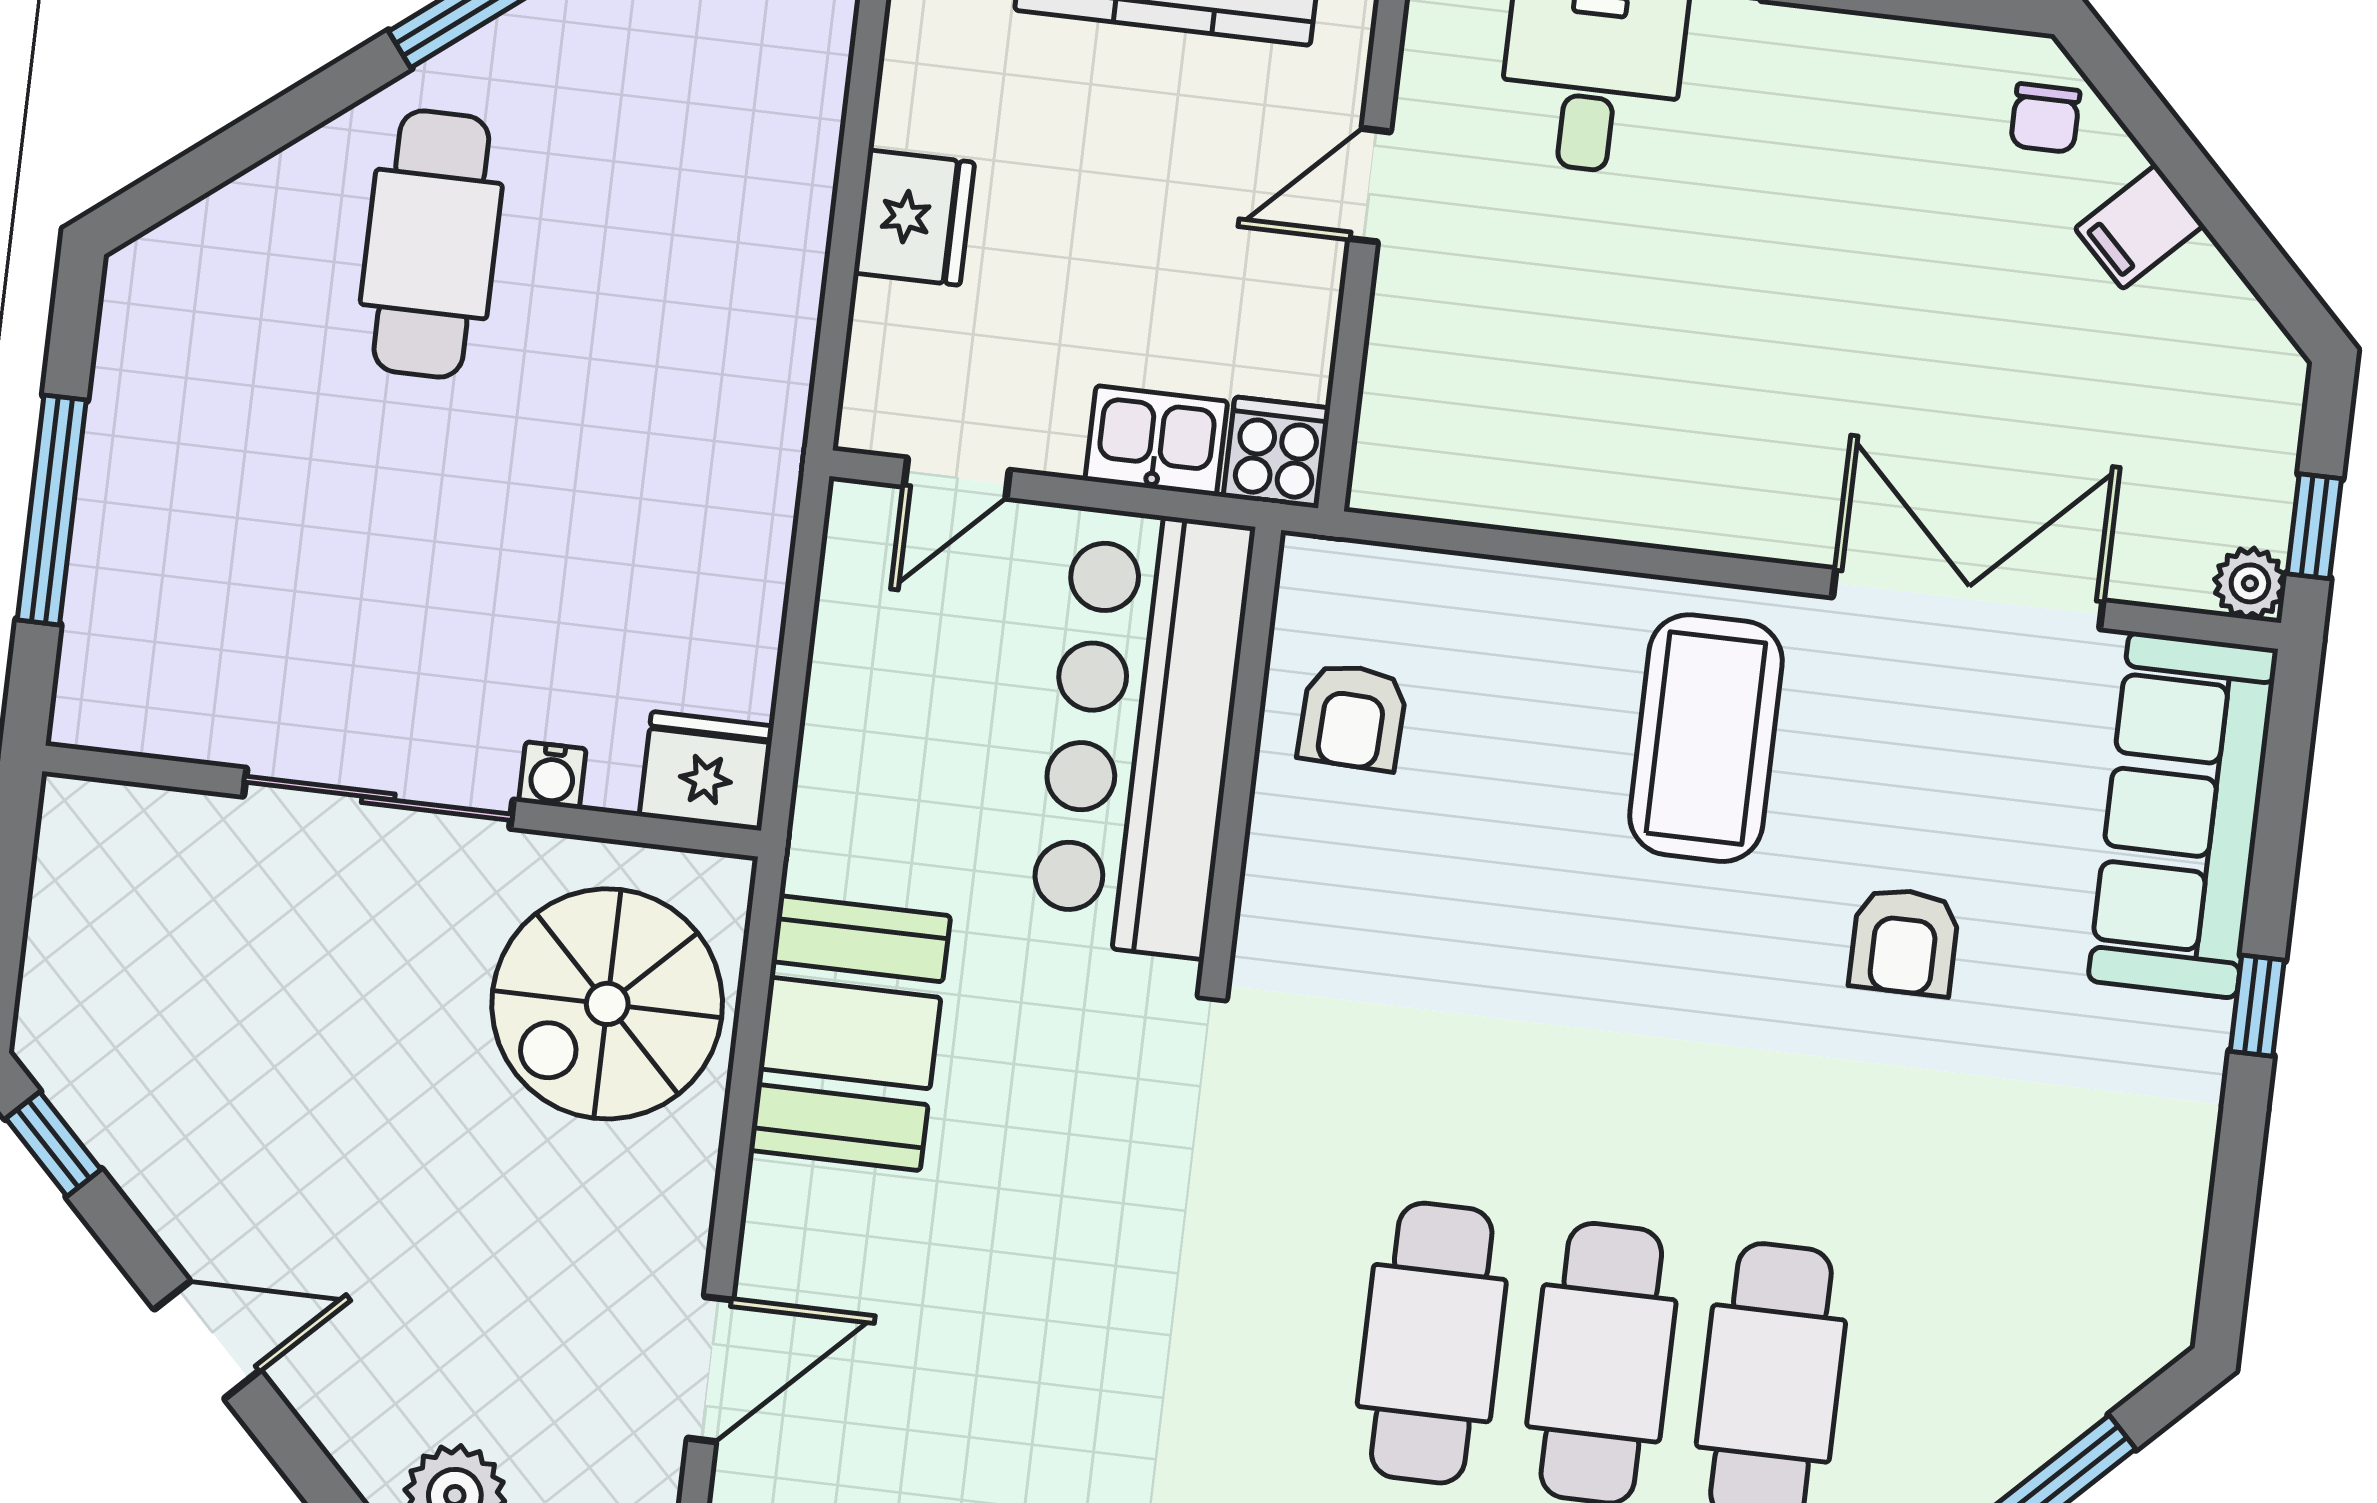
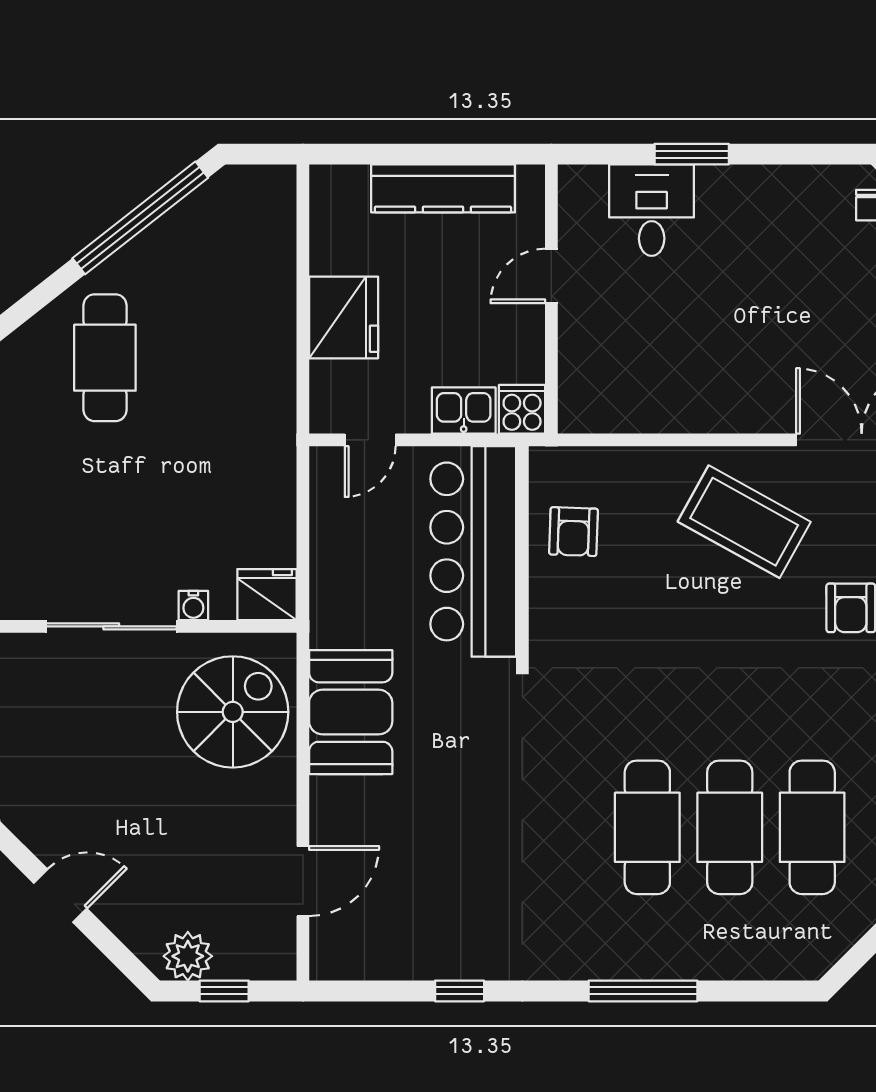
fridge: (914, 218) -> (344, 317), width x1.36, depth x1.34
coffee table: (1706, 738) -> (744, 522), turned -61
spiral stairs: (607, 1004) -> (233, 712), turned 180

